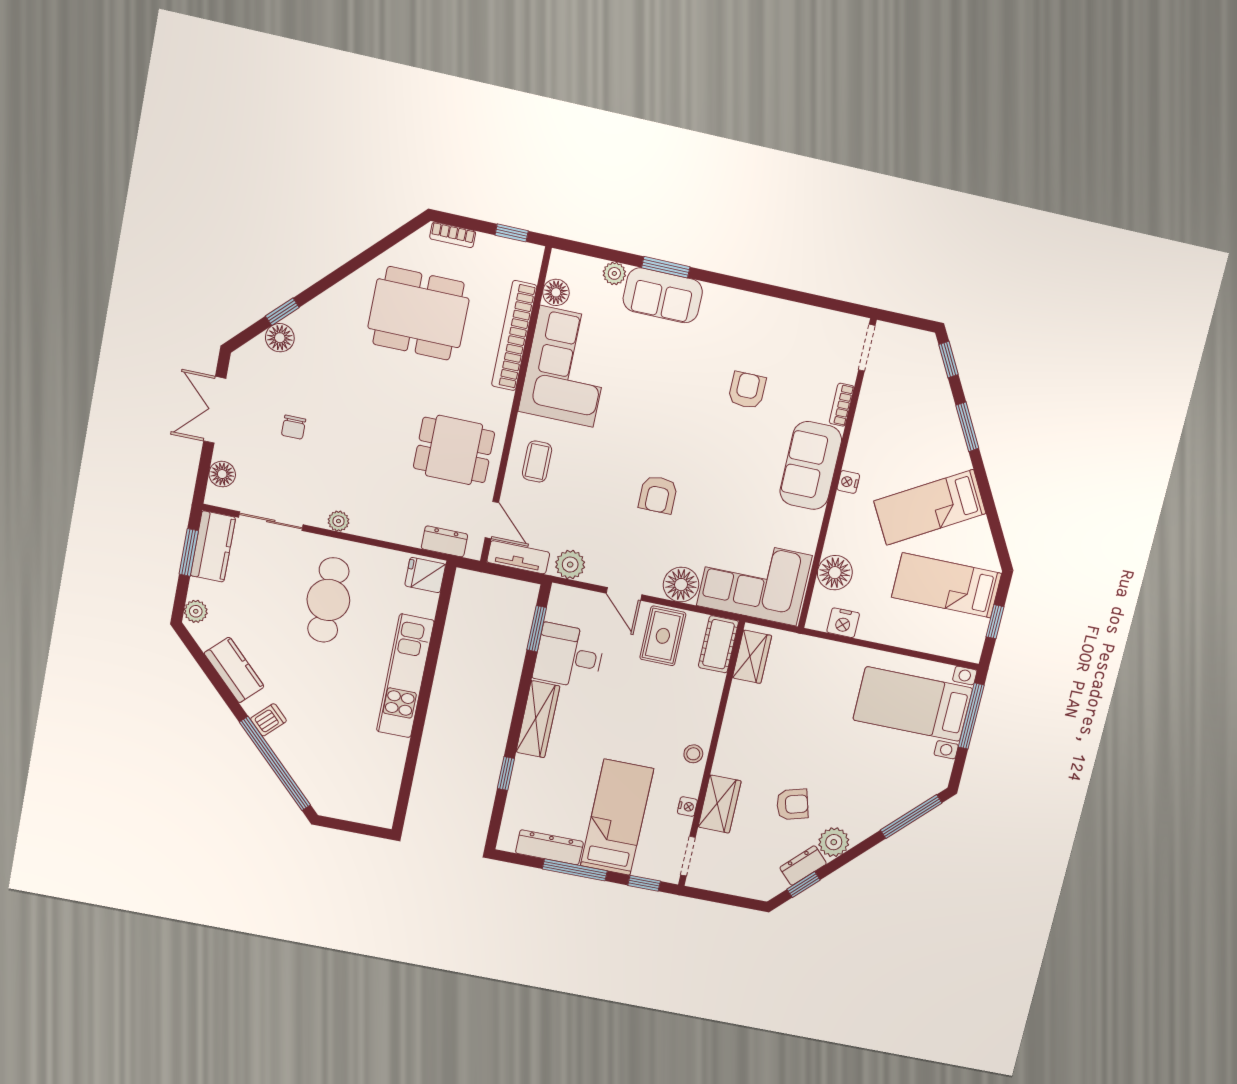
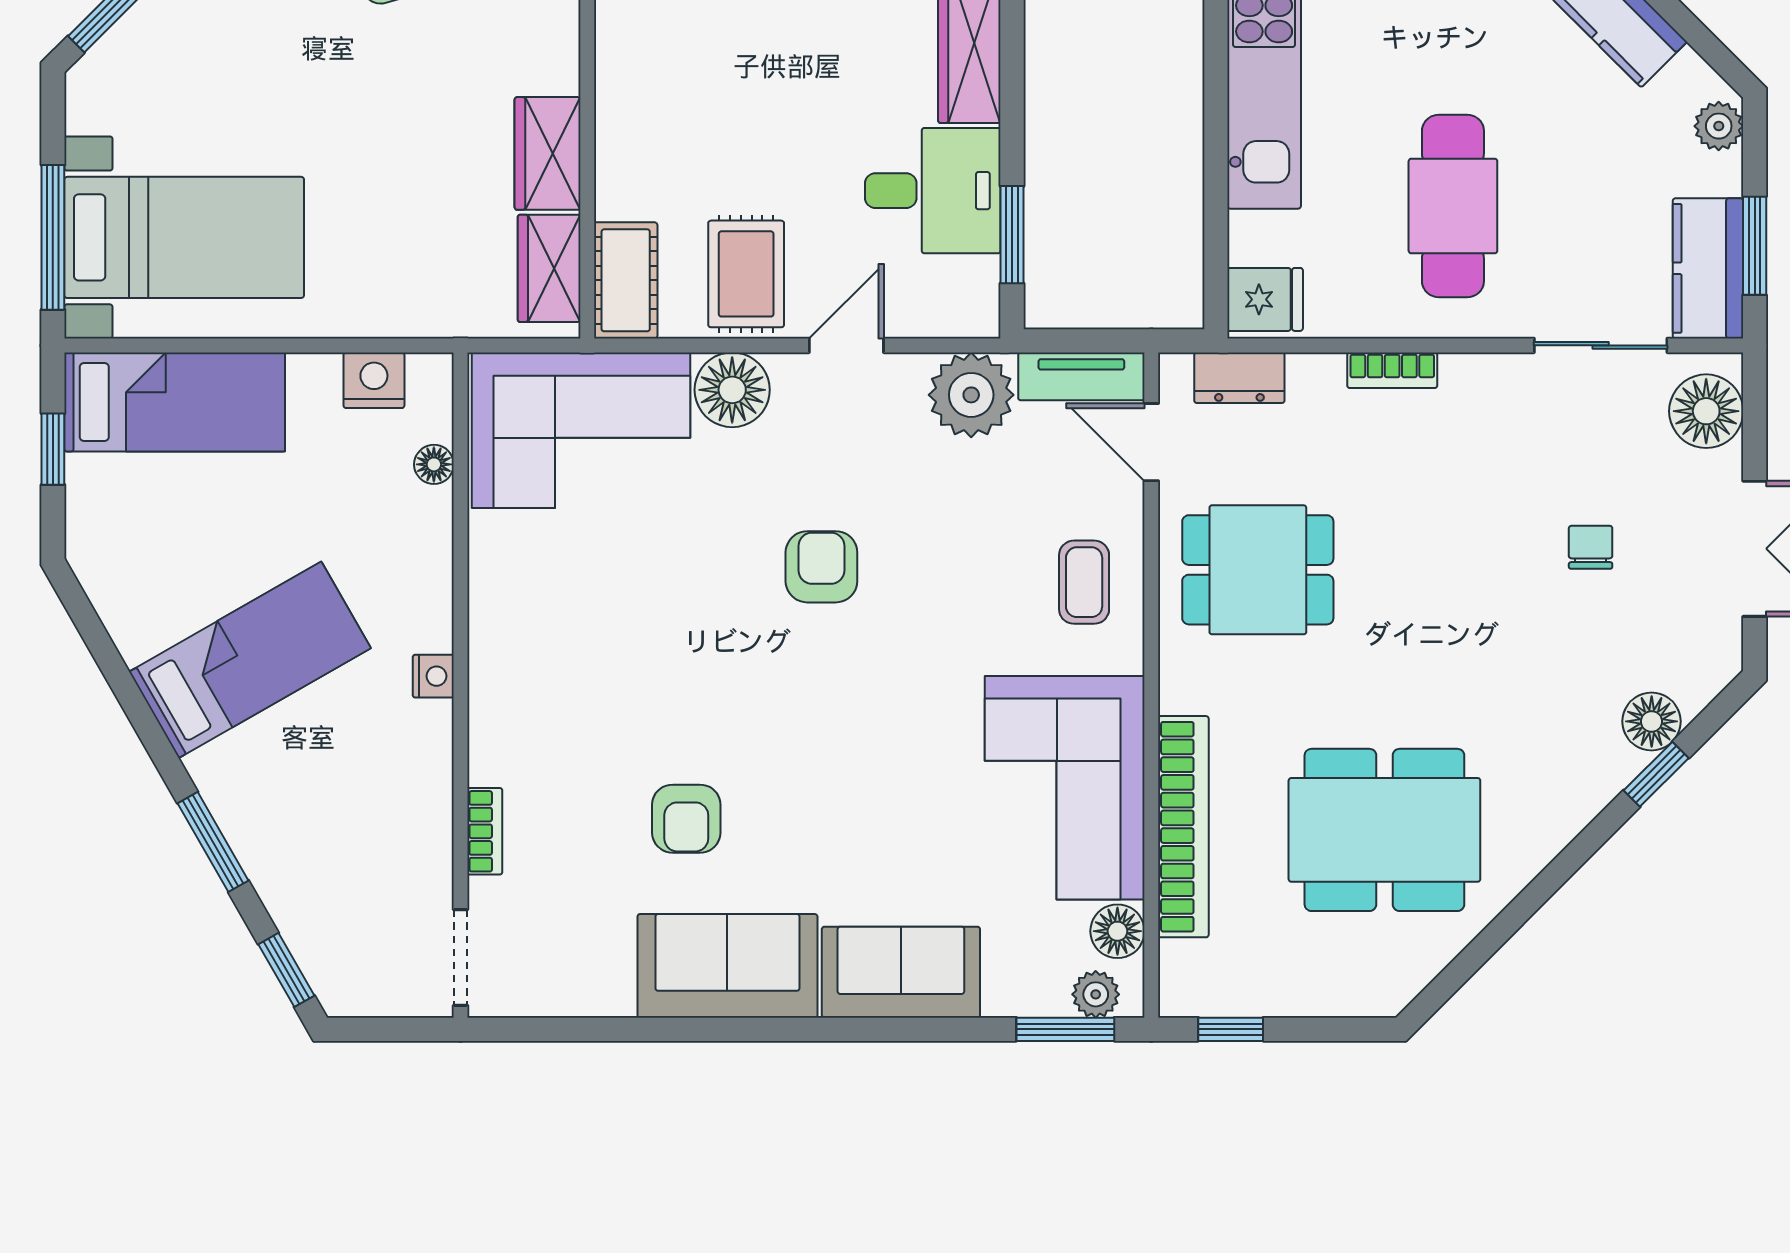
bookcase: (453, 235) -> (1392, 370), moved, turned 180
window: (666, 267) -> (1065, 1029), moved
plant: (614, 273) -> (1096, 994), moved
sofa: (811, 466) -> (727, 966), moved, turned -90
floor lamp: (222, 474) -> (1706, 411), width x1.38, depth x1.38
plant: (339, 521) -> (1464, 374), removed
plant: (570, 565) -> (971, 395), width x1.36, depth x1.36
floor lamp: (835, 573) -> (434, 464), width x0.53, depth x0.53
bed: (947, 585) -> (175, 402), moved
door: (624, 594) -> (846, 345), hinge flipped
wardrobe: (741, 708) -> (548, 153), added
stool: (693, 754) -> (626, 35), removed

